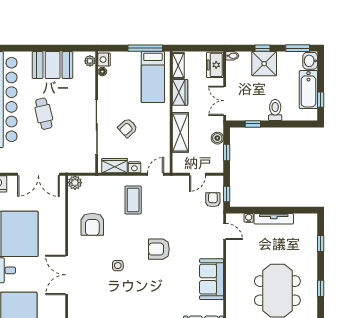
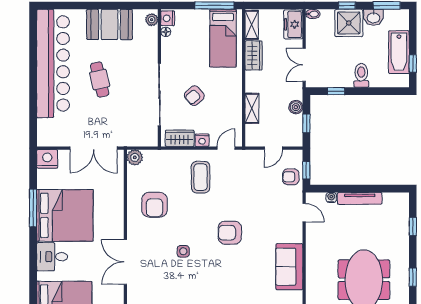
washbasin: (310, 61) -> (373, 17), moved, turned -90
shelving: (180, 132) -> (252, 108), width x0.67, depth x0.75
armchair: (213, 200) -> (291, 177), turned -90

